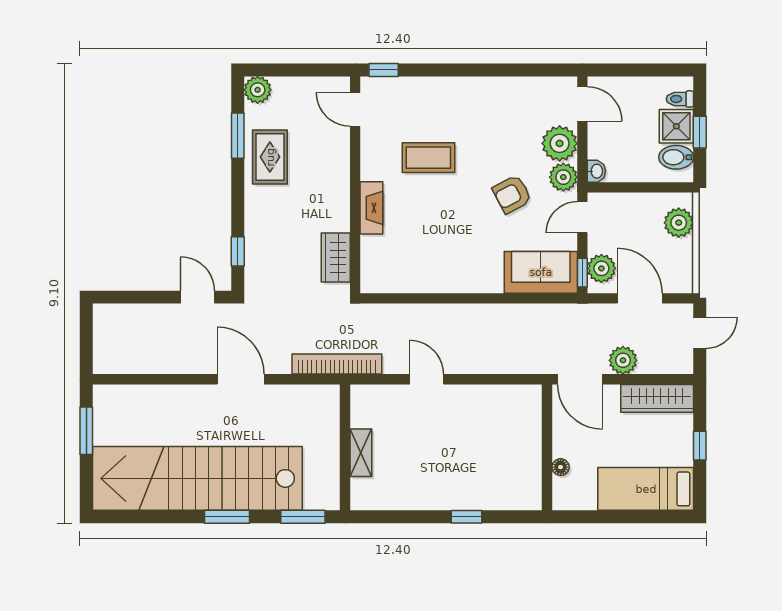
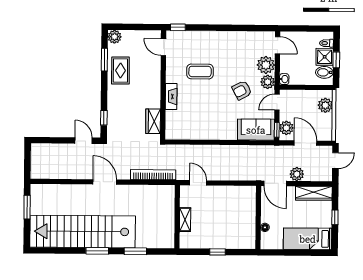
wall: (345, 447) -> (177, 217), moved
shelving: (361, 453) -> (185, 220), moved

